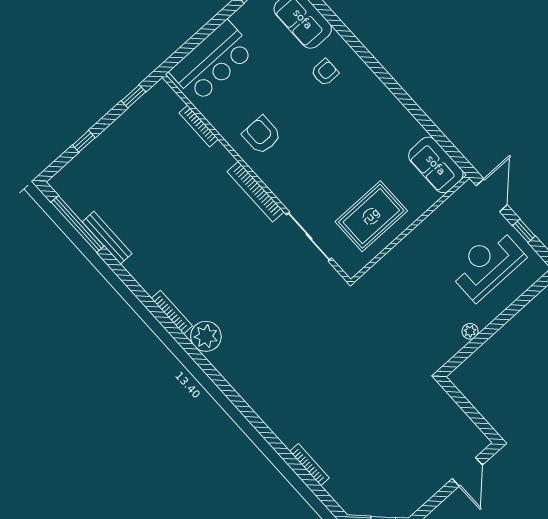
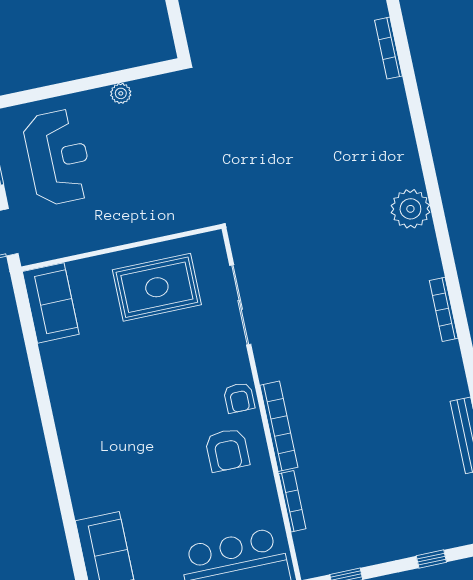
armchair: (325, 72) -> (239, 398), moved, turned -90
bookcase: (256, 192) -> (279, 426), moved
reception desk: (487, 265) -> (58, 157), turned -90
plant: (206, 336) -> (410, 209), moved

